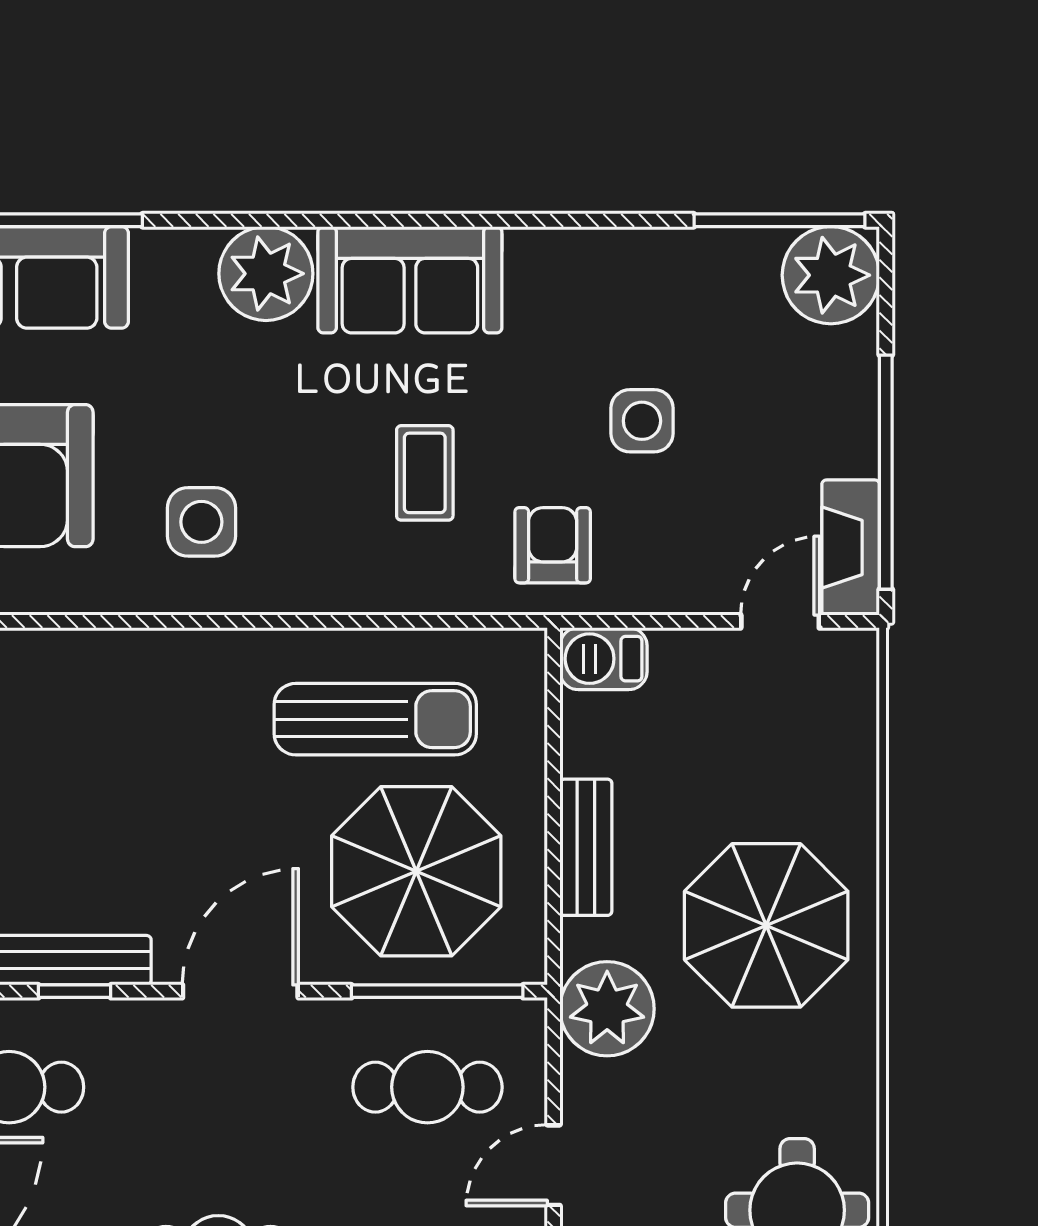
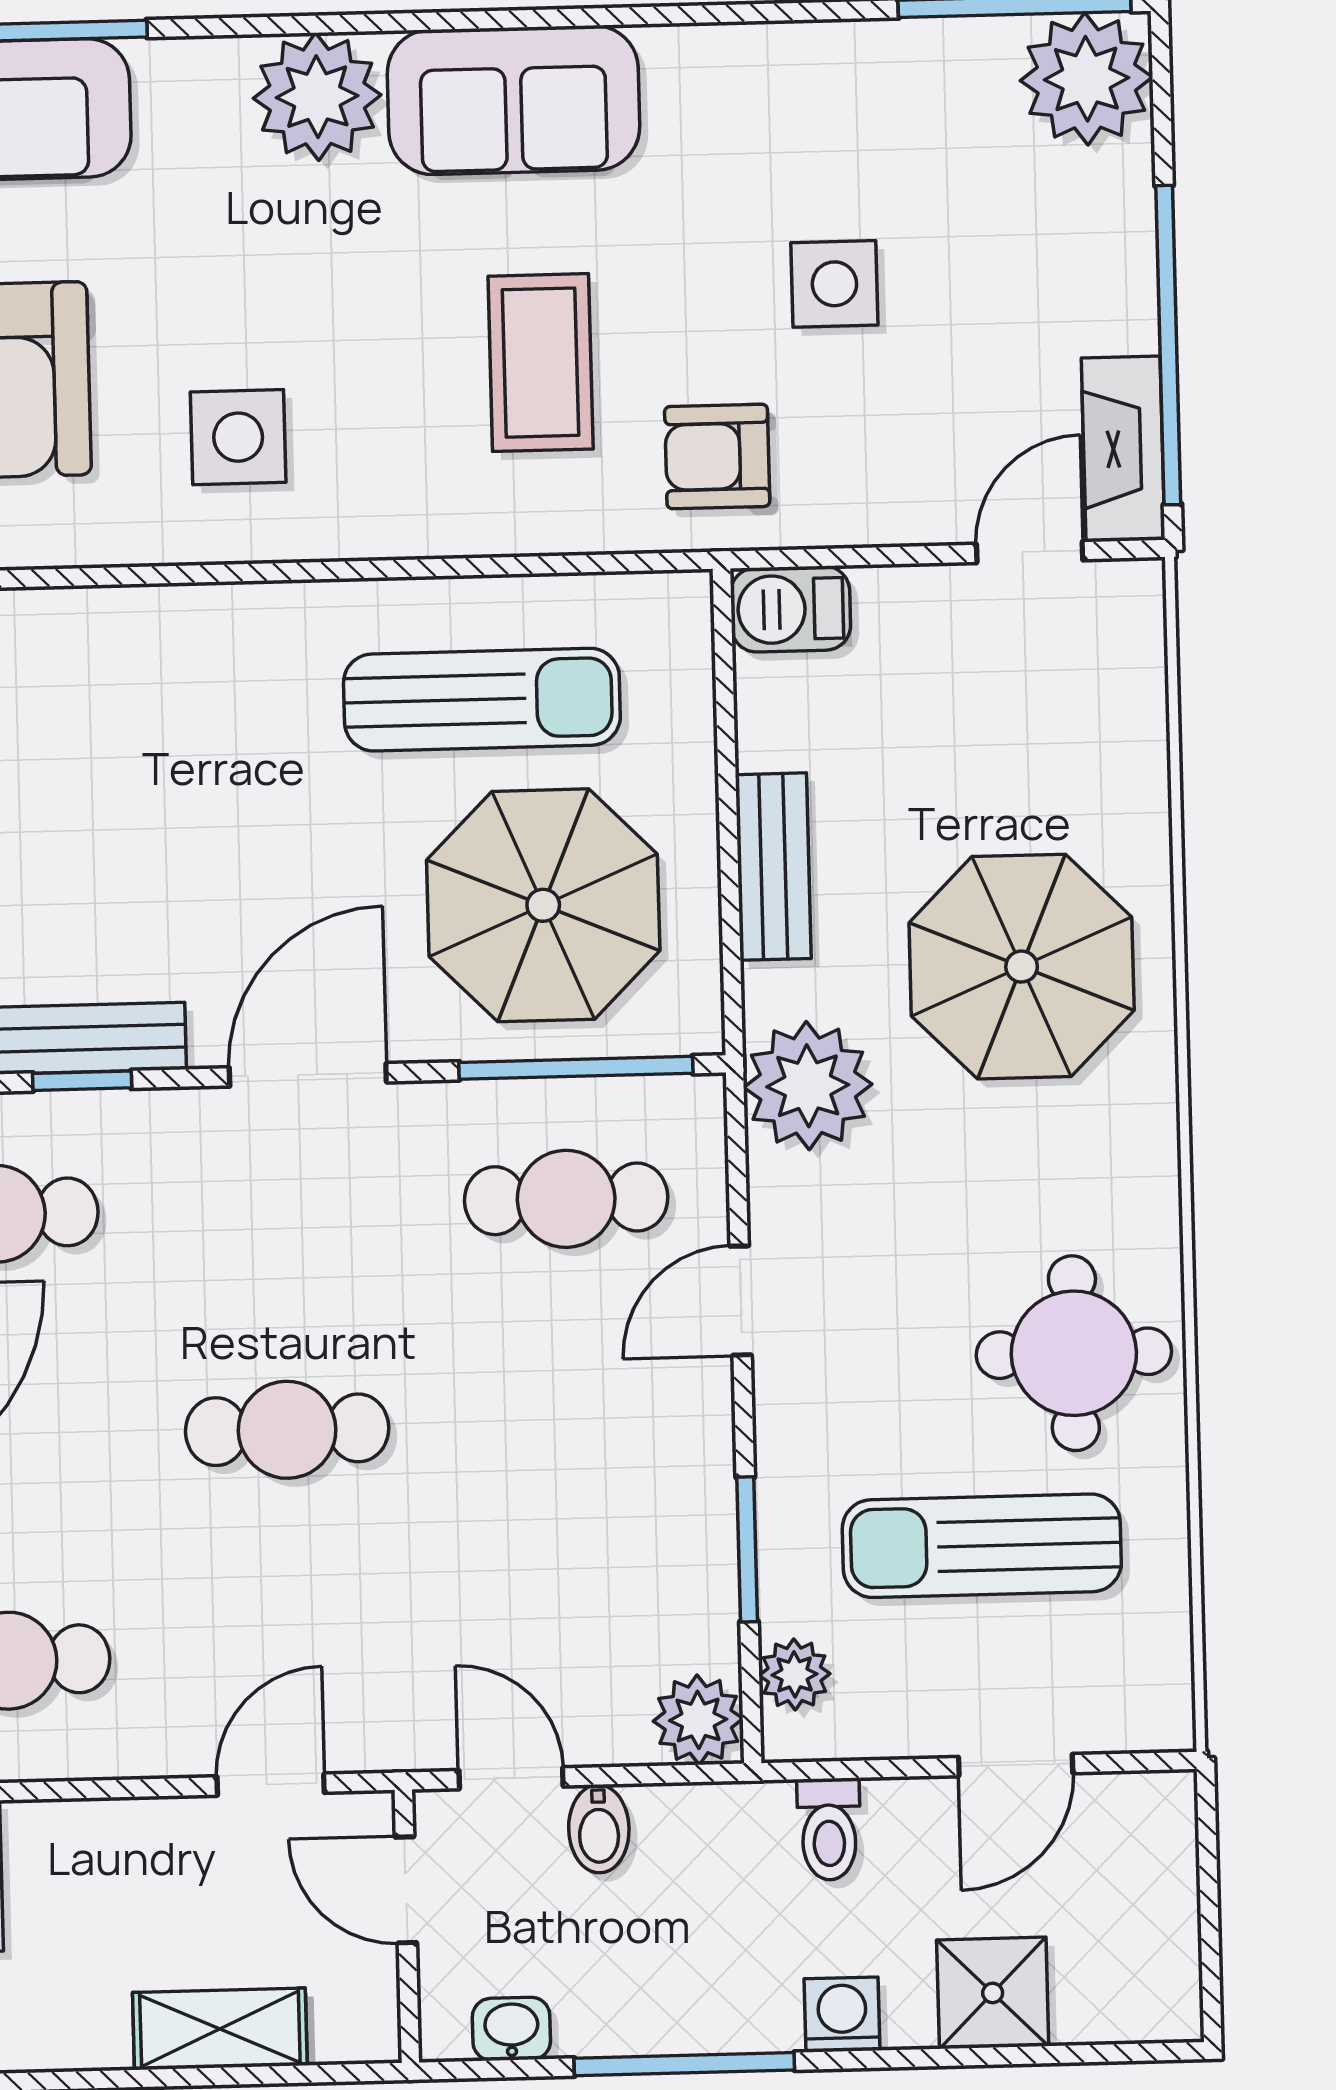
coffee table: (425, 473) -> (541, 363), width x1.36, depth x1.30
armchair: (553, 545) -> (717, 456), turned -90

